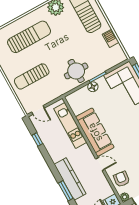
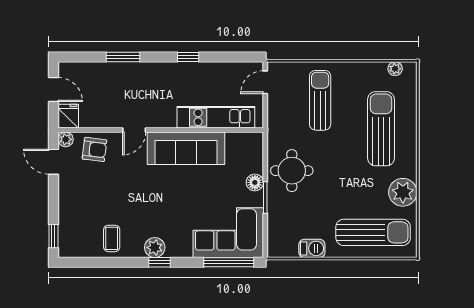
sun lounger: (29, 37) -> (381, 129), turned 180
window: (37, 139) -> (188, 57), moved
kitchen counter: (70, 179) -> (137, 73), removed

